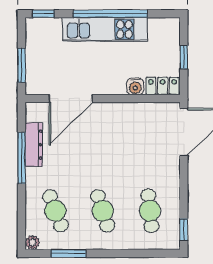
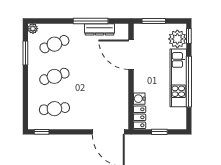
plant: (48, 31) -> (177, 39), added

